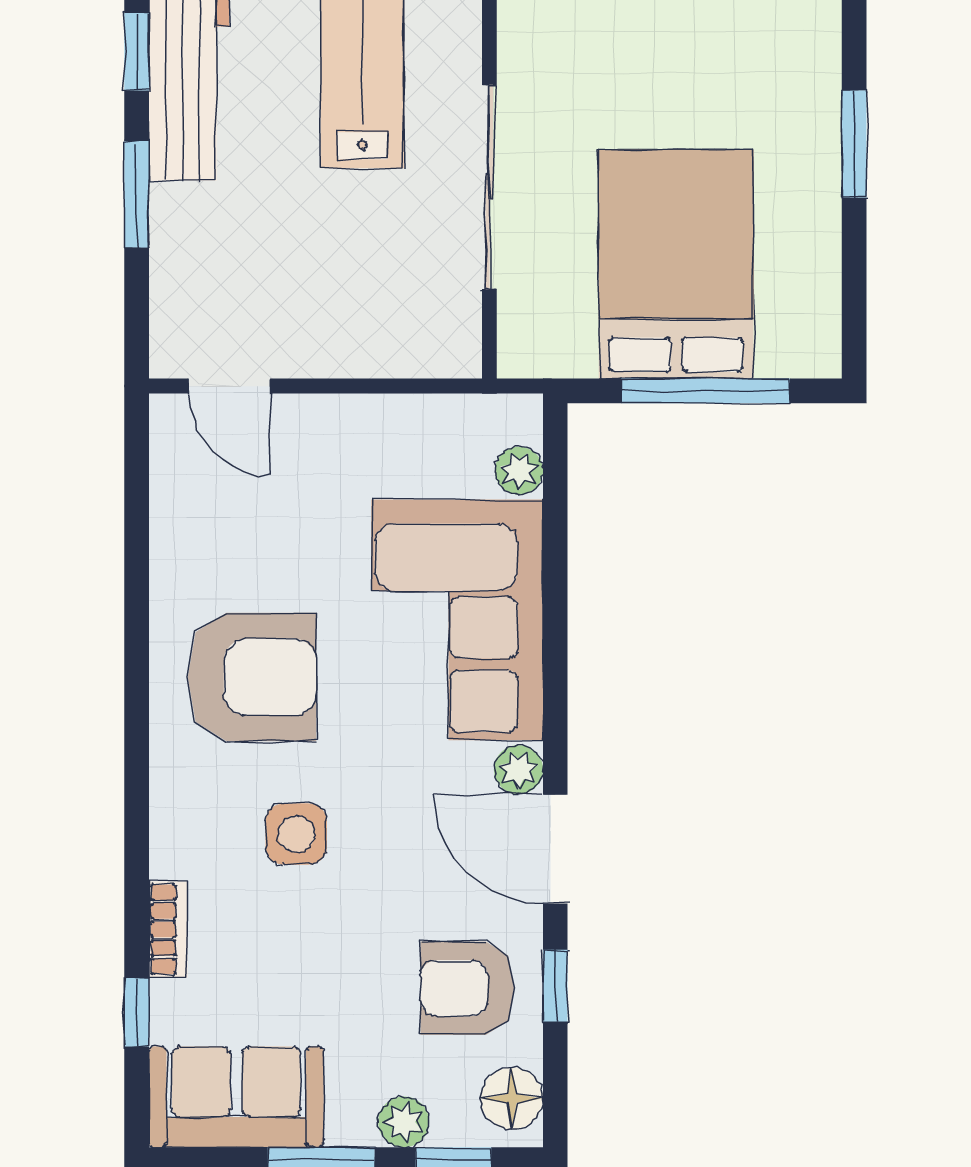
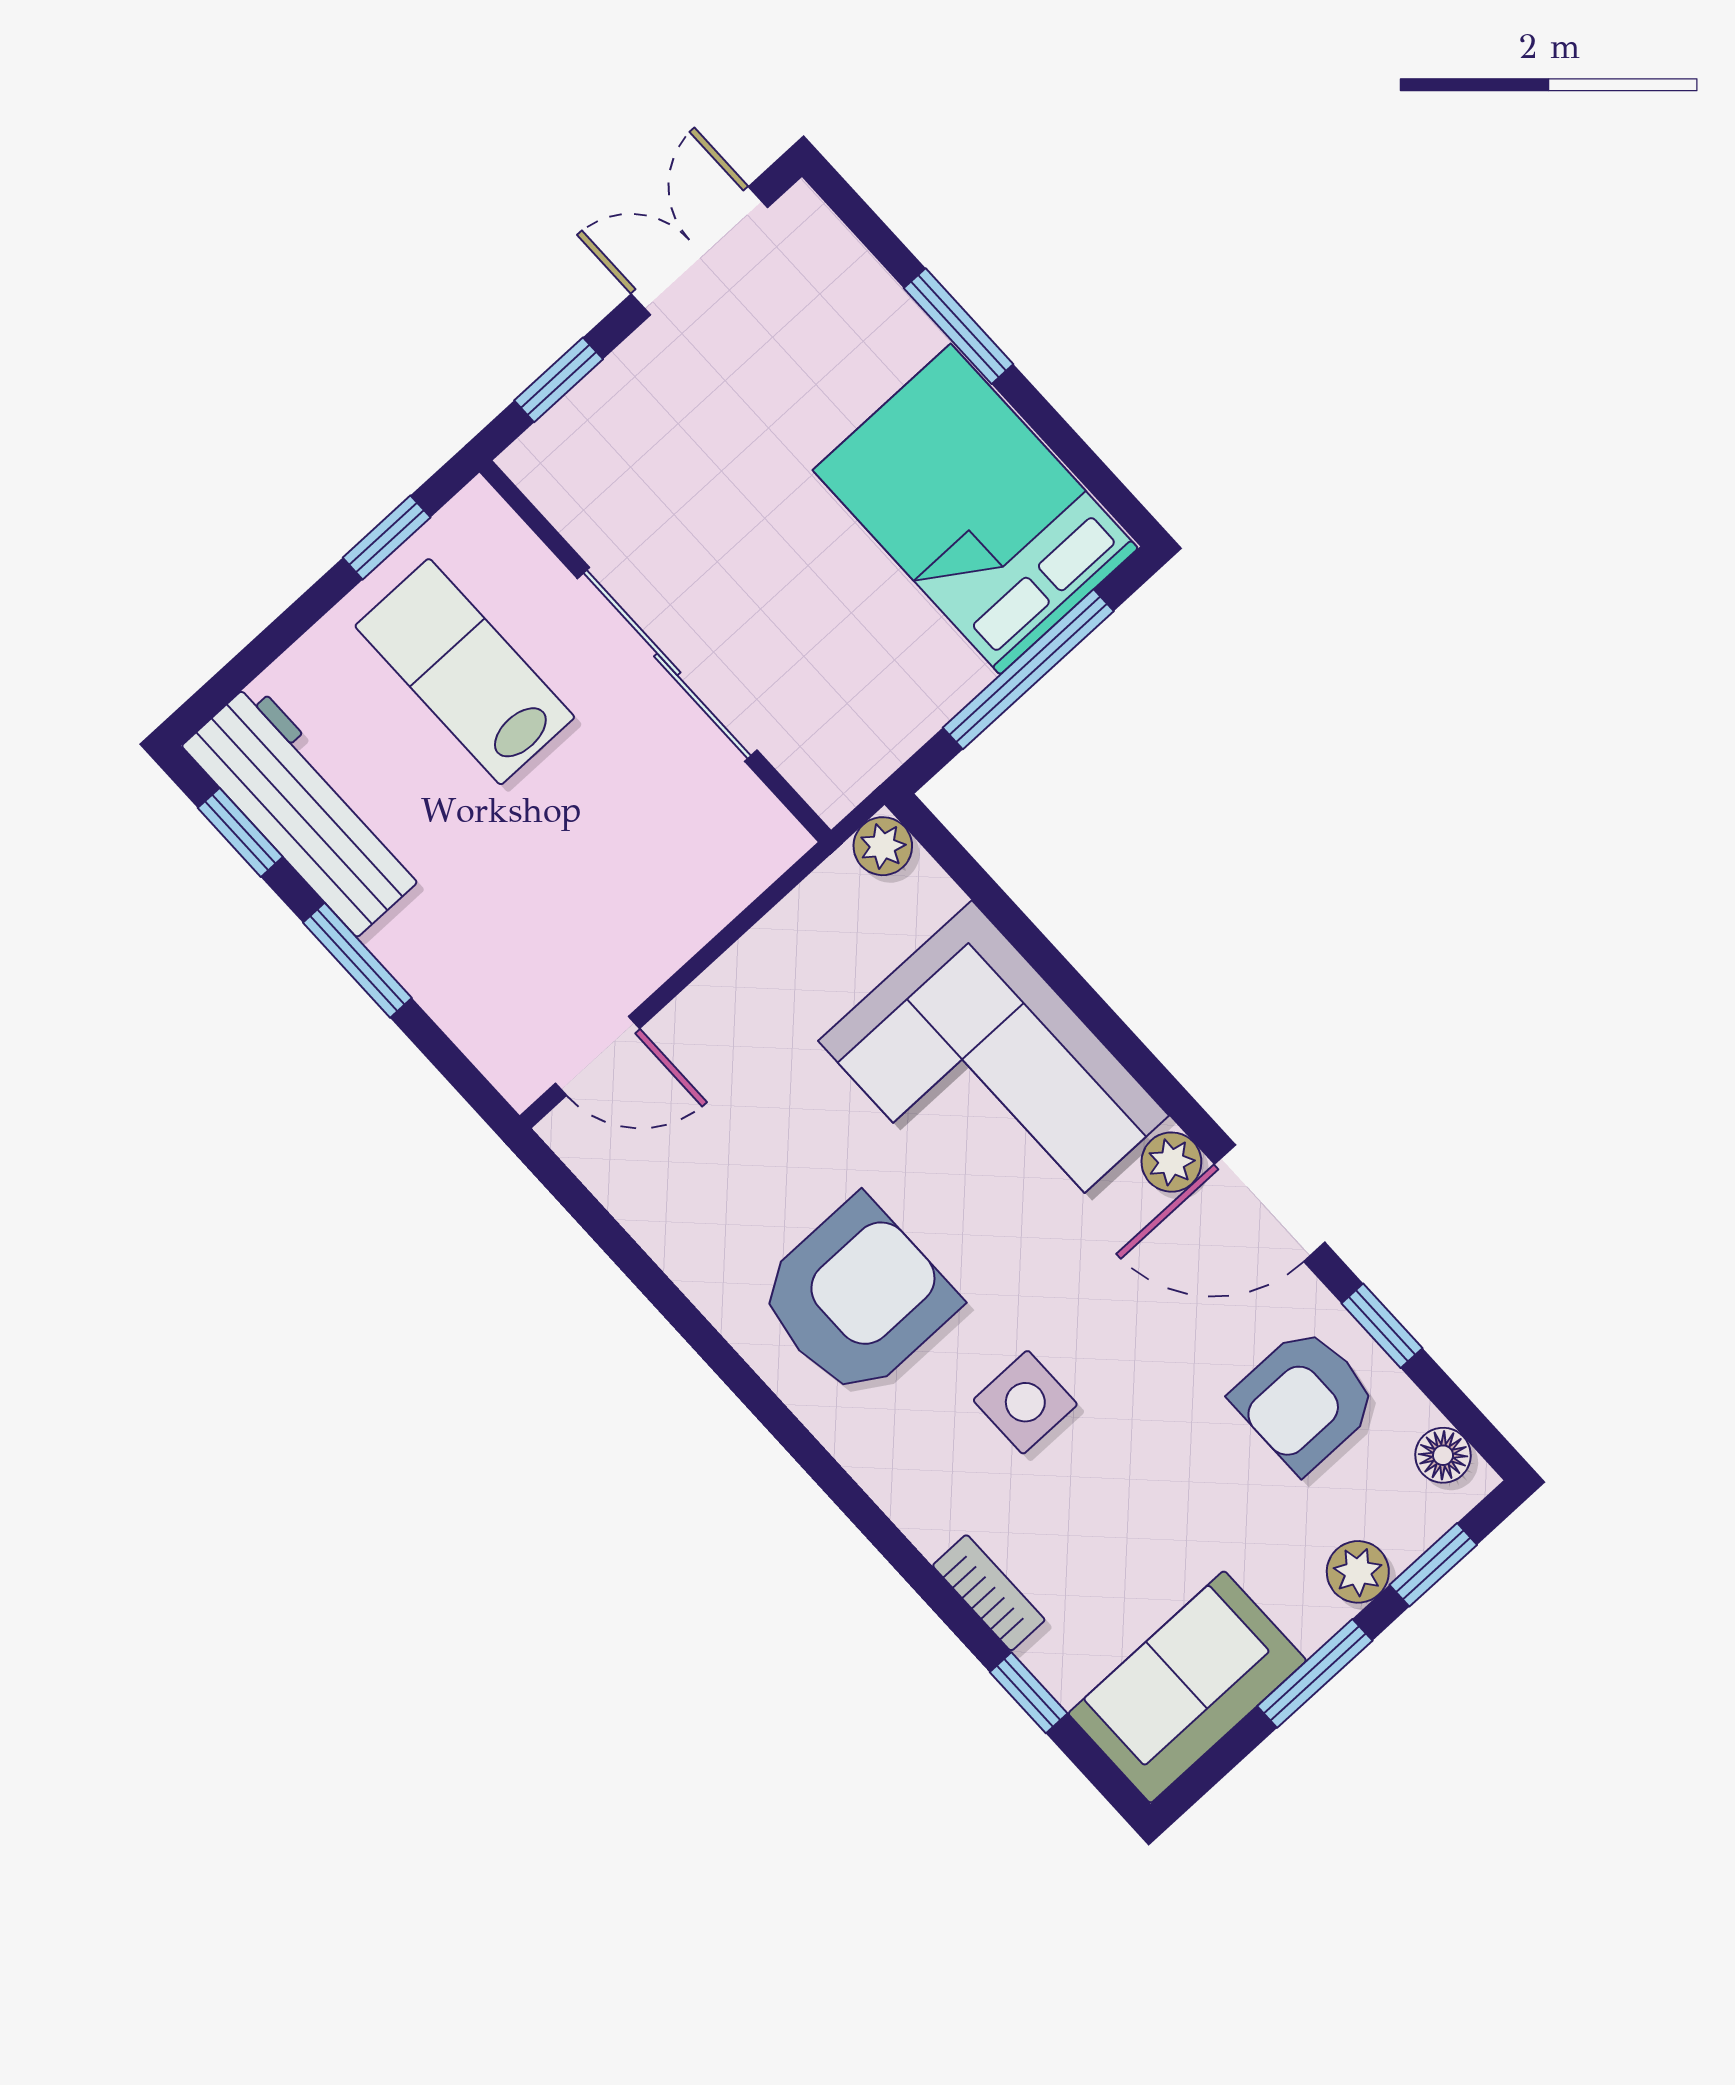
bed: (676, 264) -> (975, 509), moved
plant: (519, 471) -> (883, 846), moved
floor lamp: (512, 1099) -> (1443, 1455), width x0.73, depth x0.73

